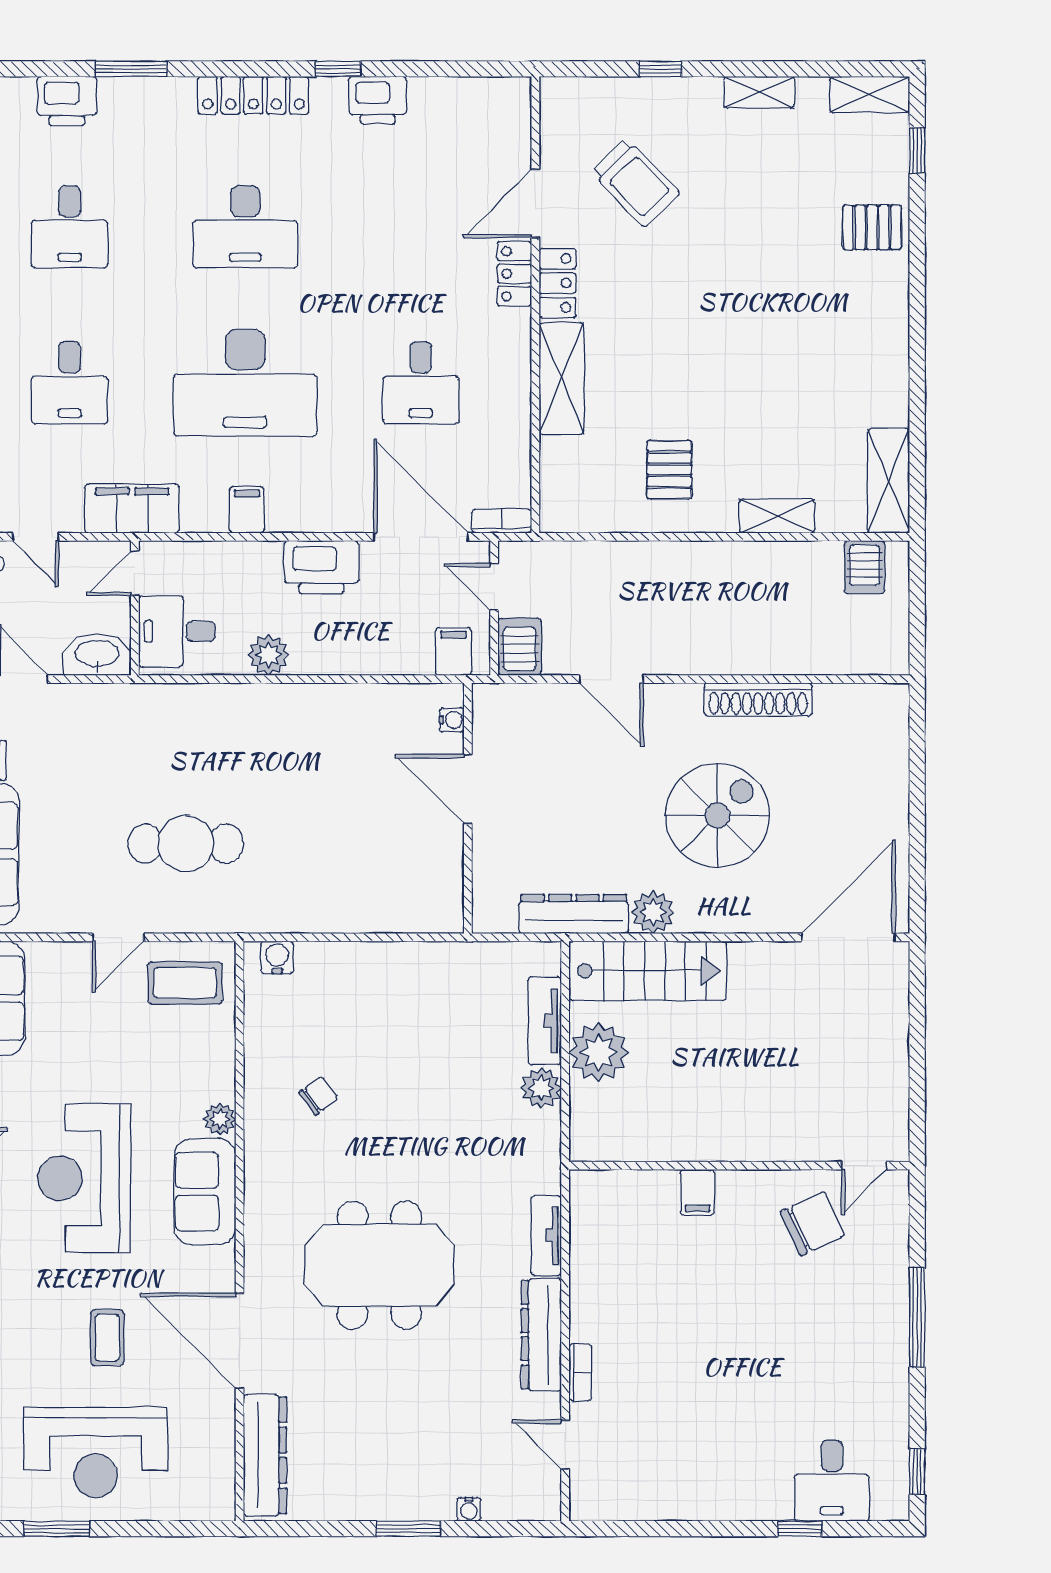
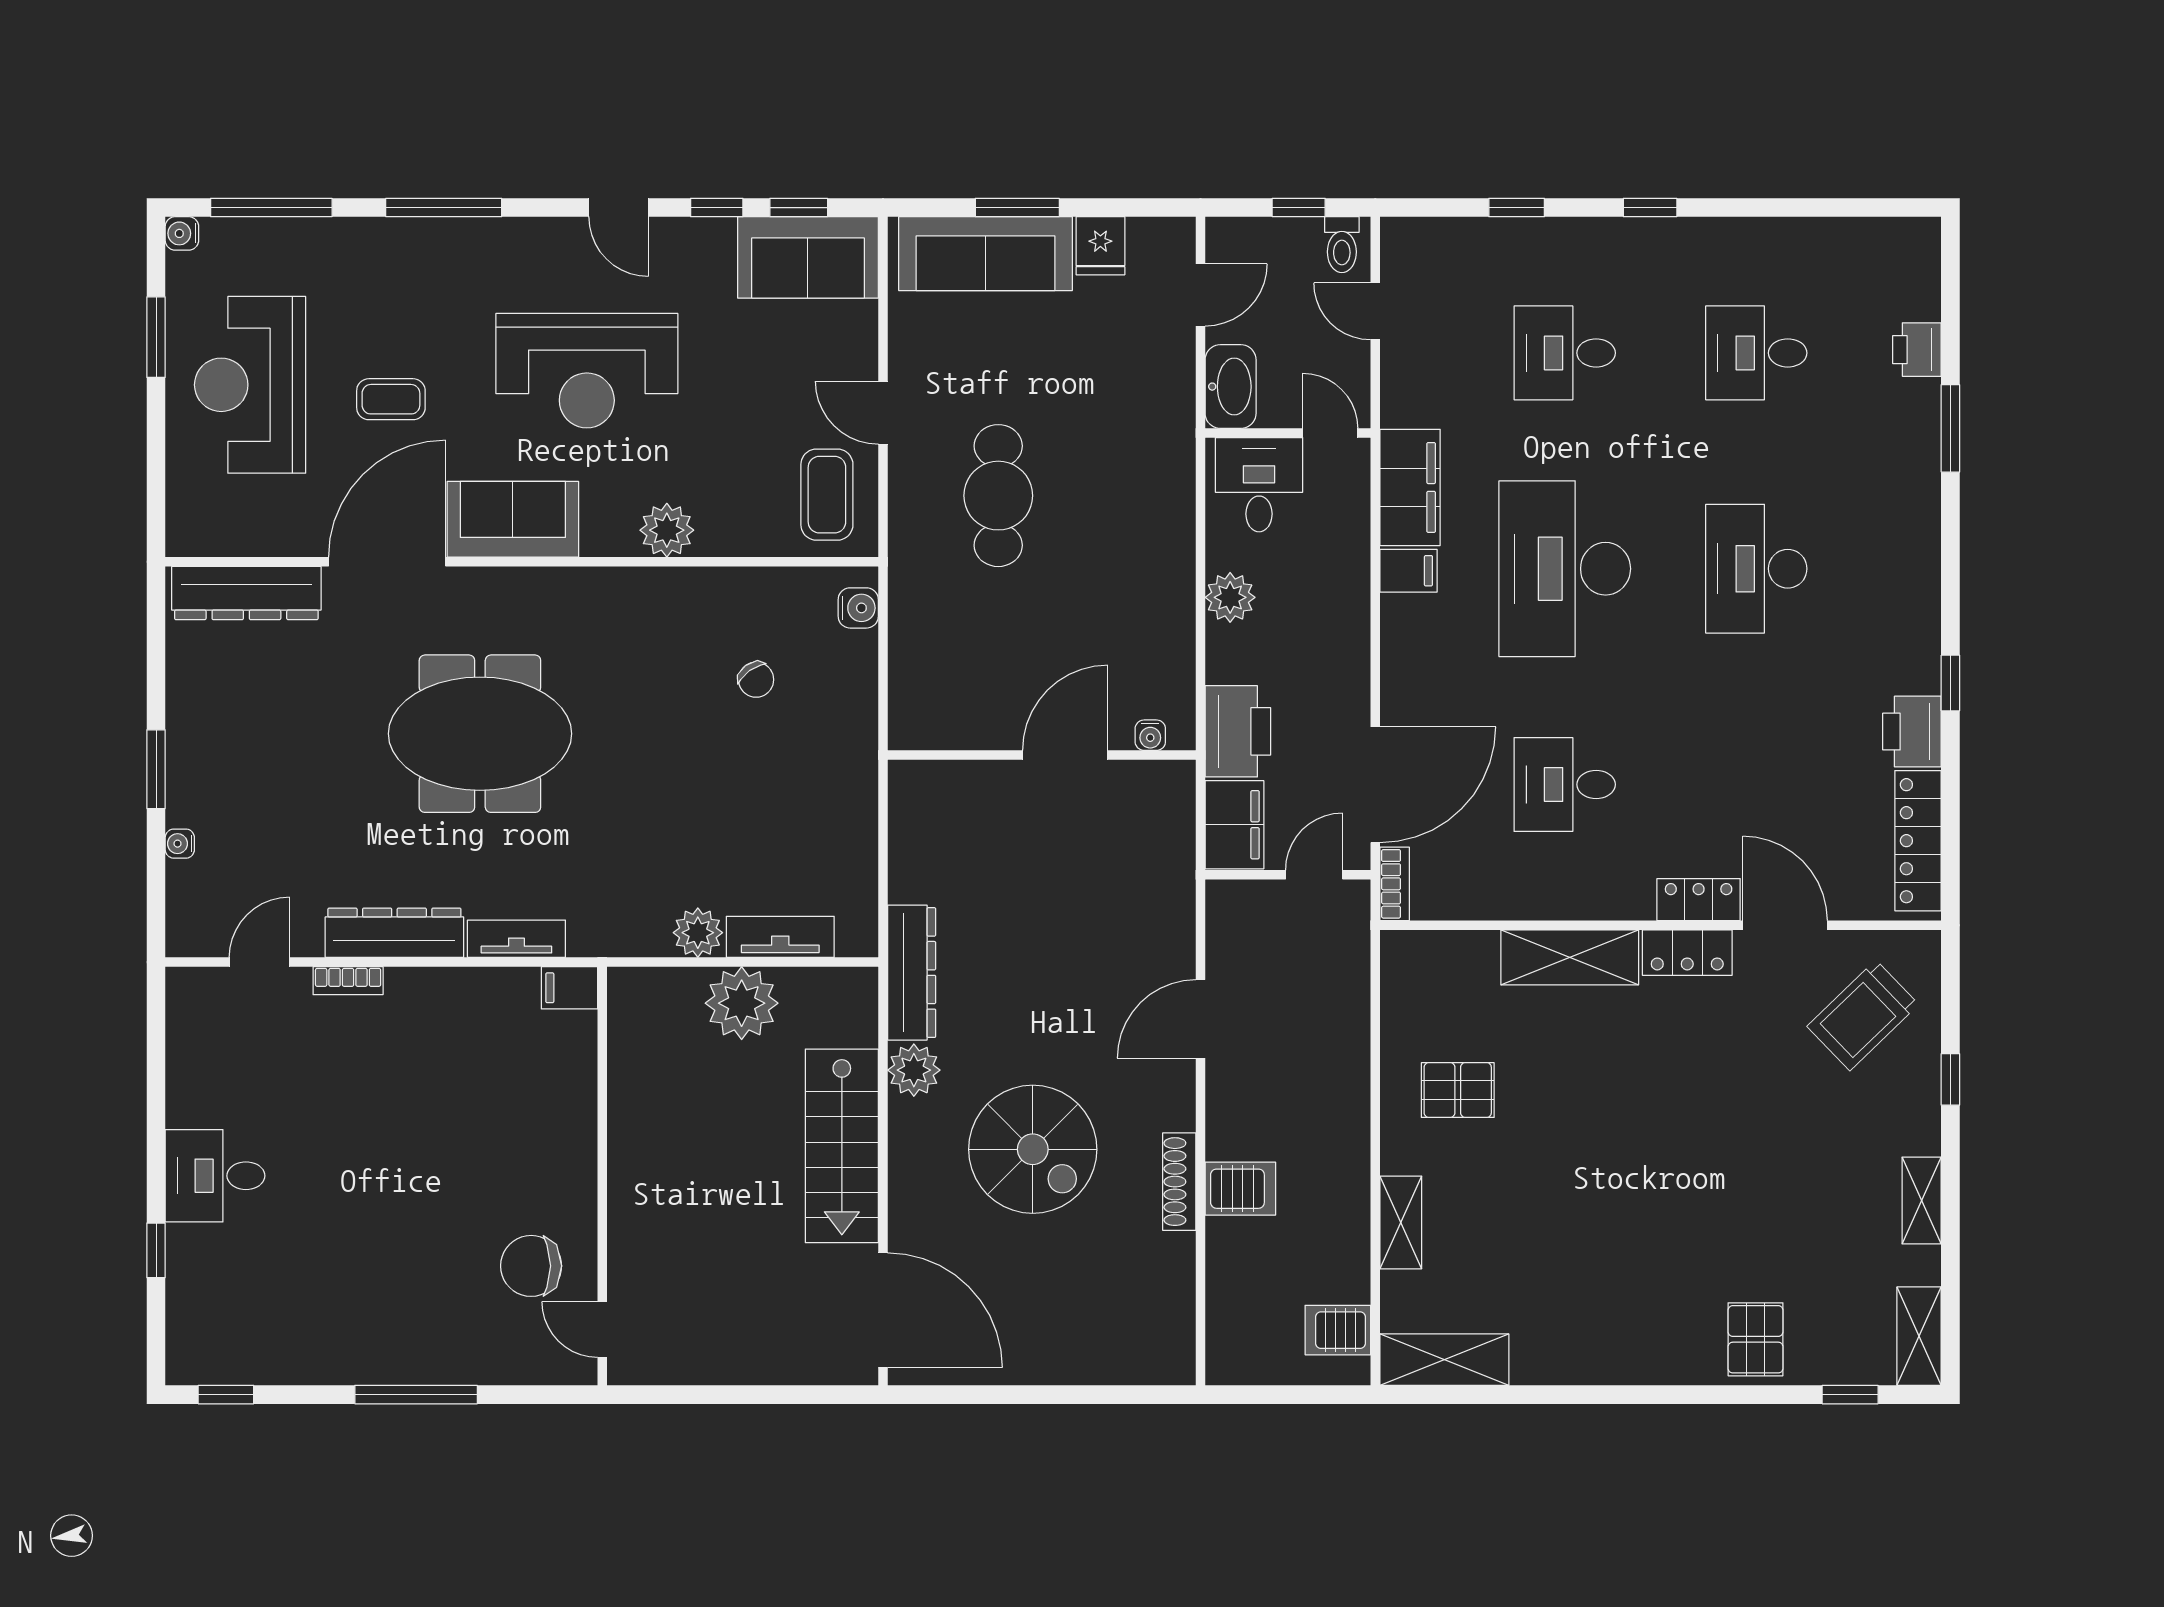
locker: (253, 95) -> (1918, 841), moved
printer: (67, 101) -> (1917, 350), width x0.73, depth x0.81
trolley: (636, 183) -> (1863, 1015), moved
filing cabinet: (132, 509) -> (1410, 487), moved
door: (36, 537) -> (1375, 311), hinge flipped
printer: (321, 567) -> (1238, 731), moved, turned 180
server rack: (519, 647) -> (1240, 1189), moved
filing cabinet: (453, 651) -> (1234, 825), width x2.00
shoe rack: (758, 699) -> (1179, 1182), width x0.74, depth x0.81
water cooler: (452, 720) -> (1150, 735), moved
door: (468, 789) -> (1065, 755), moved
wall: (468, 808) -> (1042, 755), moved
stairs: (648, 971) -> (842, 1146), moved
chair: (318, 1096) -> (756, 680), moved
plant: (220, 1119) -> (667, 530), width x1.38, depth x1.38
reception desk: (84, 1178) -> (587, 371), turned 180
sofa: (205, 1192) -> (513, 519), moved
filing cabinet: (697, 1192) -> (570, 988), moved
chair: (812, 1224) -> (531, 1266), turned 115
meeting table: (379, 1265) -> (480, 734), turned 90
desk: (832, 1481) -> (215, 1176), moved

